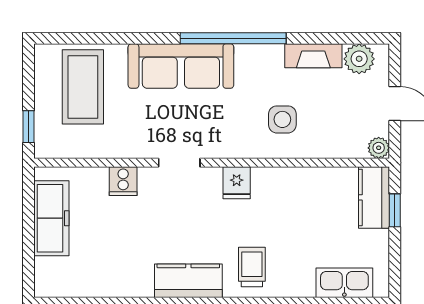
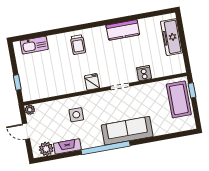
coffee table: (83, 87) -> (179, 99), moved
kitchen counter: (374, 197) -> (28, 87), removed
freezer: (51, 218) -> (172, 37), moved
kitchen counter: (188, 281) -> (123, 30), moved

